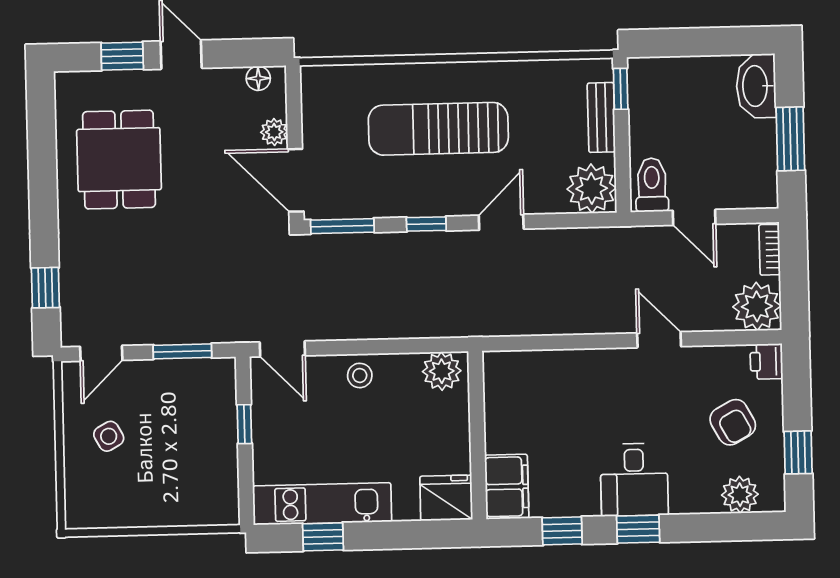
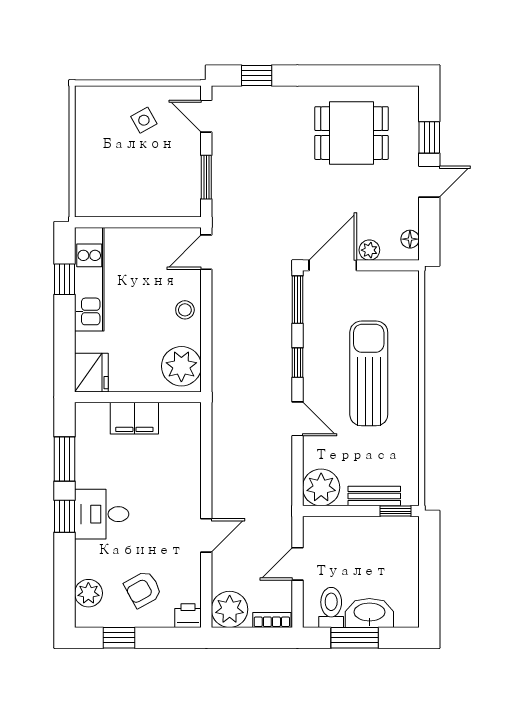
washbasin: (756, 86) -> (369, 613), moved
toilet: (652, 185) -> (331, 607), moved, turned -90
plant: (442, 371) -> (181, 366), width x1.36, depth x1.36
window: (244, 424) -> (151, 222), removed
filing cabinet: (507, 487) -> (134, 418), moved
window: (562, 531) -> (64, 459), width x1.50

